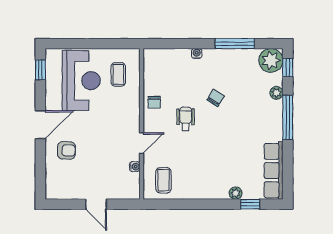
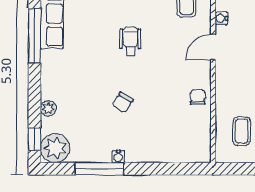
water cooler: (197, 54) -> (118, 157), moved
window: (288, 117) -> (35, 36), moved
wheelchair: (186, 119) -> (130, 41), moved, turned 180

